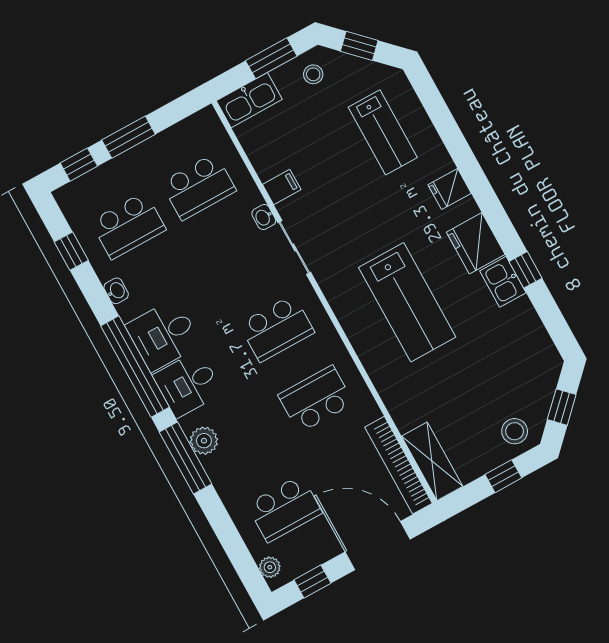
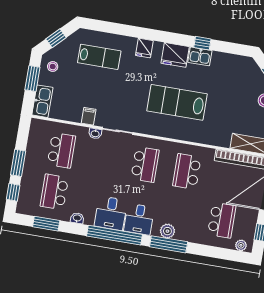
school desk: (128, 226) -> (54, 192), turned 180
window: (71, 251) -> (46, 224), width x1.50
lab bench: (407, 302) -> (177, 102), turned 180

